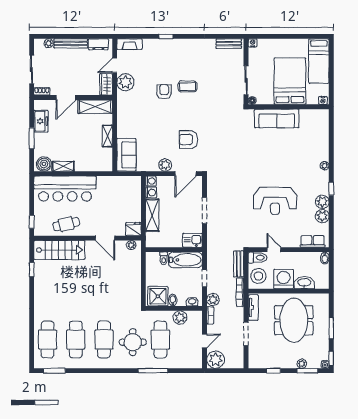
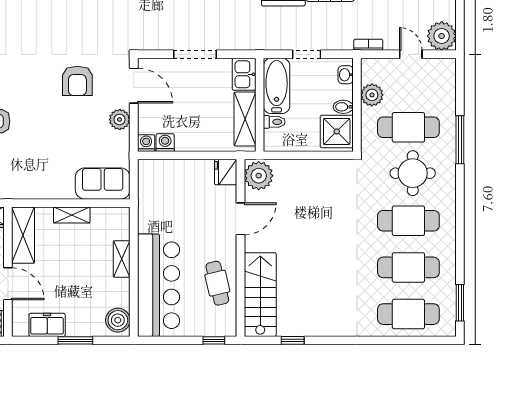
shelving: (63, 166) -> (122, 259), moved
shelving: (152, 215) -> (245, 119), moved, turned 90
plant: (131, 245) -> (259, 176), width x1.88, depth x1.88
plant: (213, 300) -> (342, 40), removed

